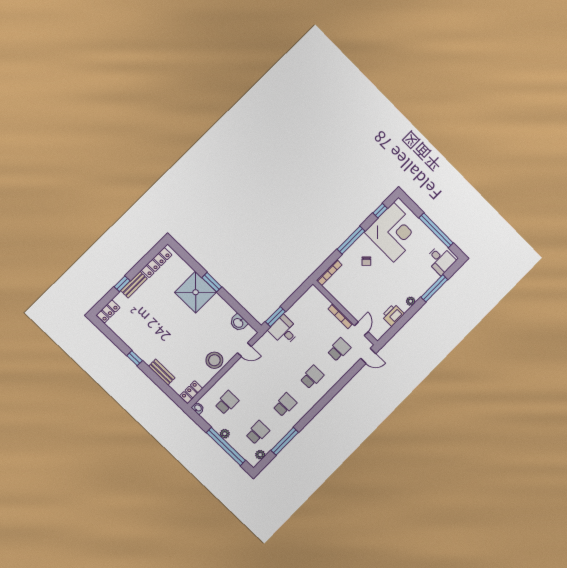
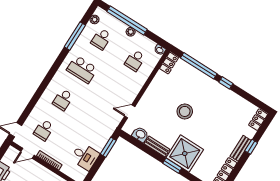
door: (361, 329) -> (27, 153), hinge flipped
desk: (284, 331) -> (85, 156), moved
stool: (214, 360) -> (185, 111), moved
bench: (162, 372) -> (157, 147), moved
window: (160, 383) -> (199, 66), added
school desk: (285, 405) -> (82, 69), width x1.85

